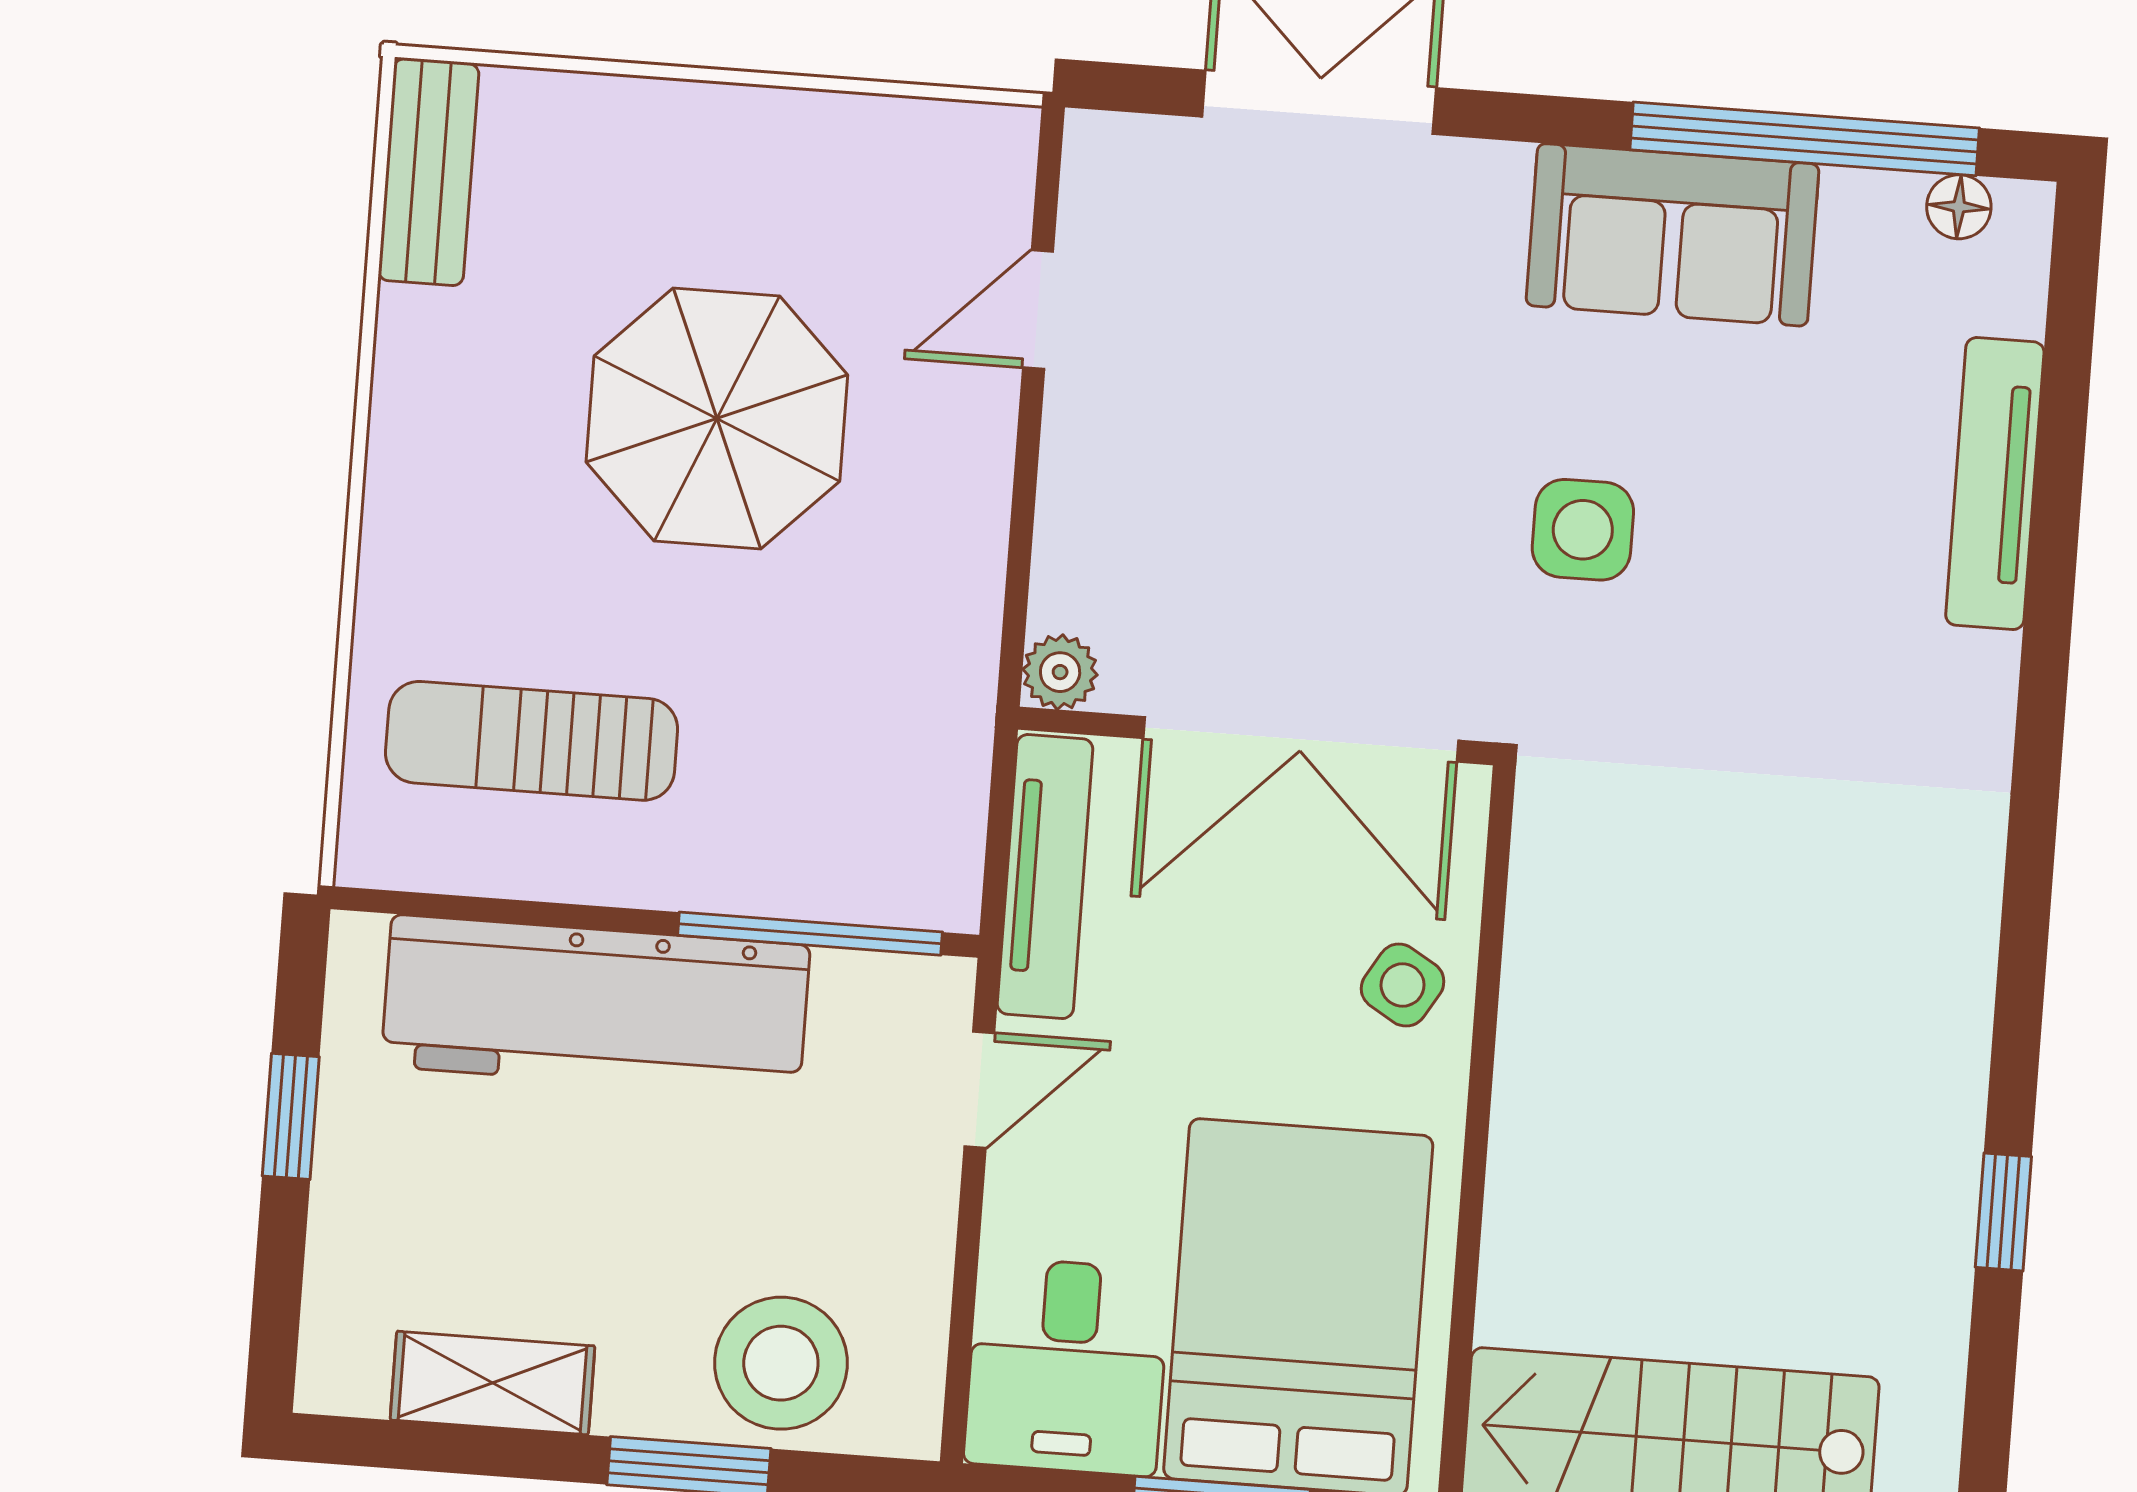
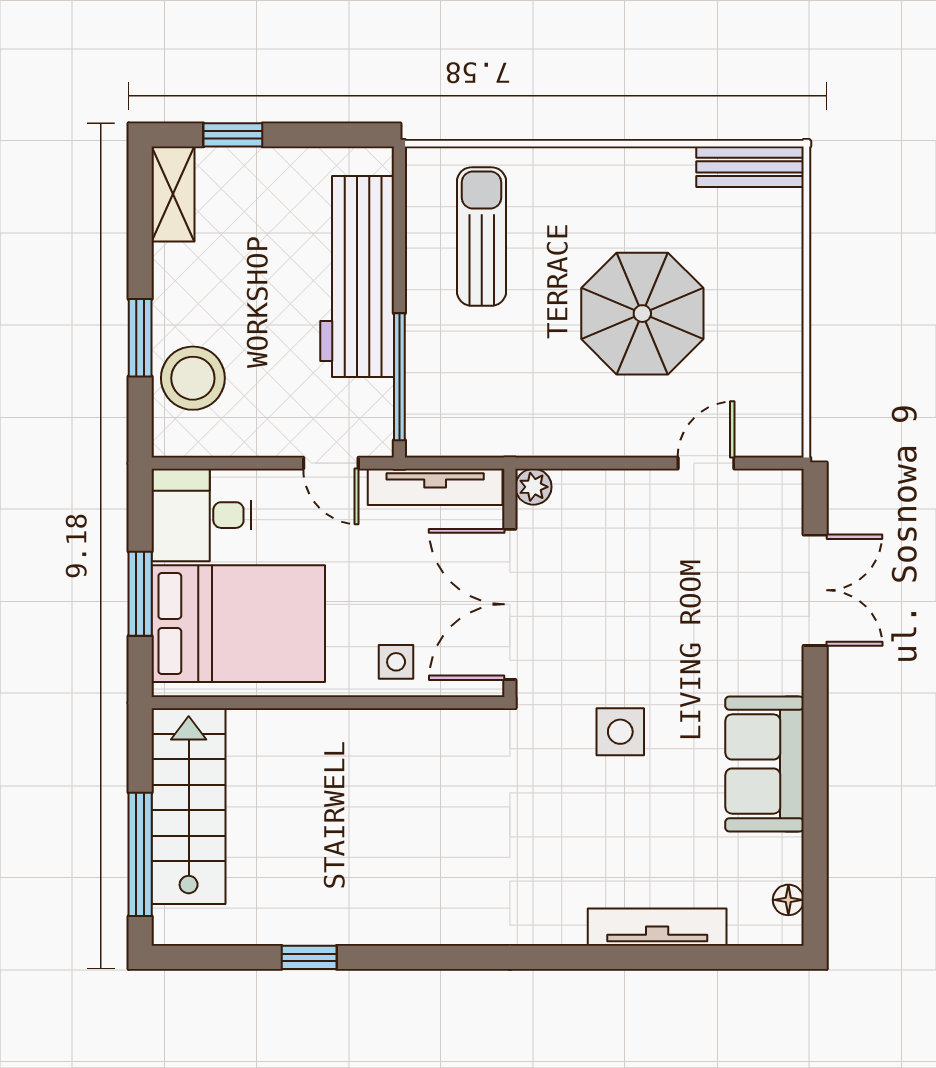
window: (1805, 139) -> (815, 824), removed
door: (1038, 310) -> (706, 463), hinge flipped
side table: (1403, 985) -> (396, 662), turned -31
window: (291, 1116) -> (233, 135), moved
shelving: (493, 1383) -> (173, 194), moved

